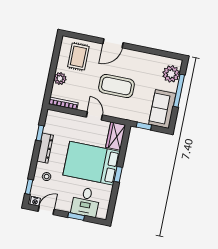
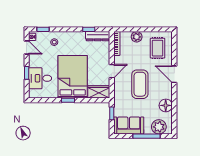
rug: (78, 57) -> (158, 48), turned 90
floor lamp: (148, 61) -> (166, 105), added
dresser: (45, 148) -> (98, 36), moved

